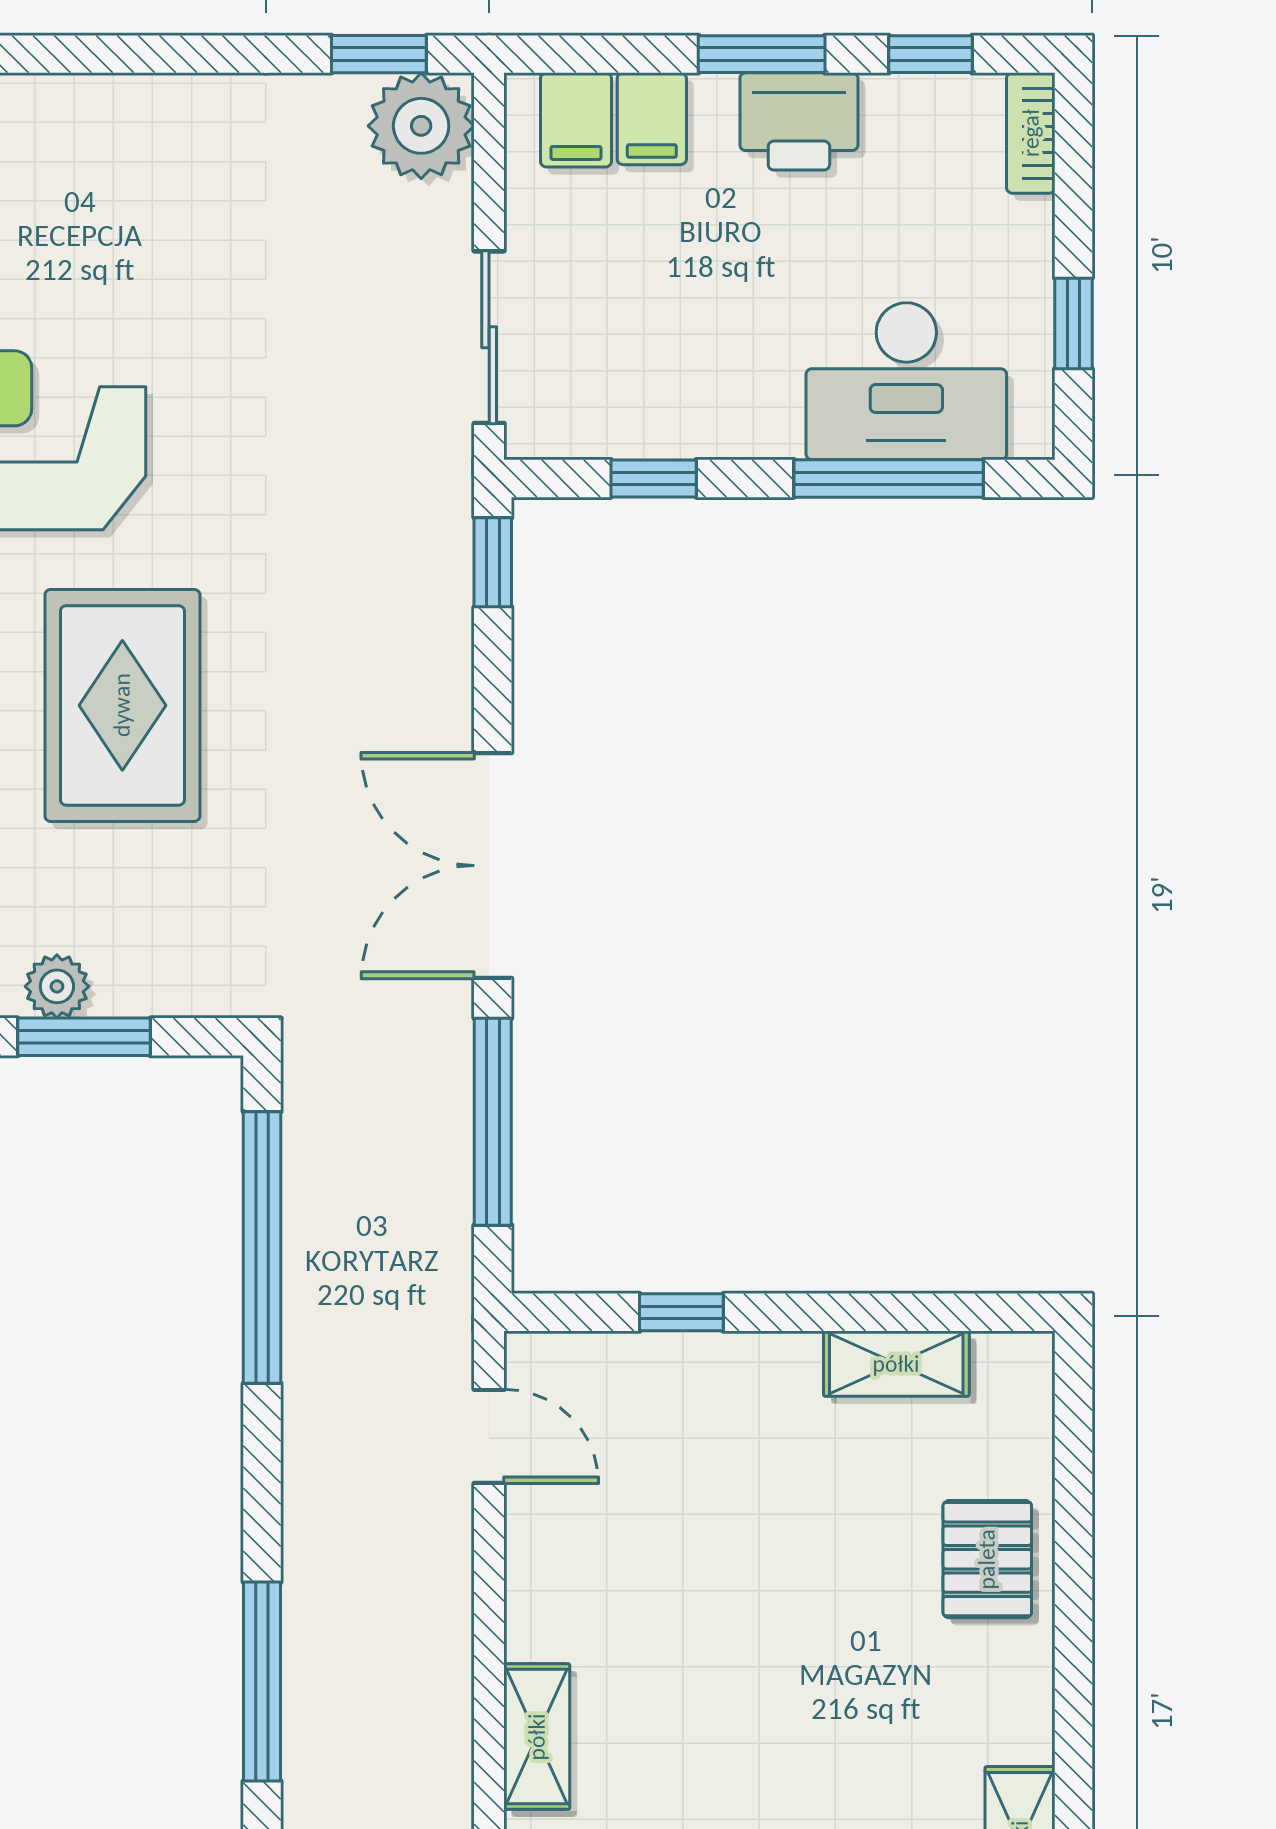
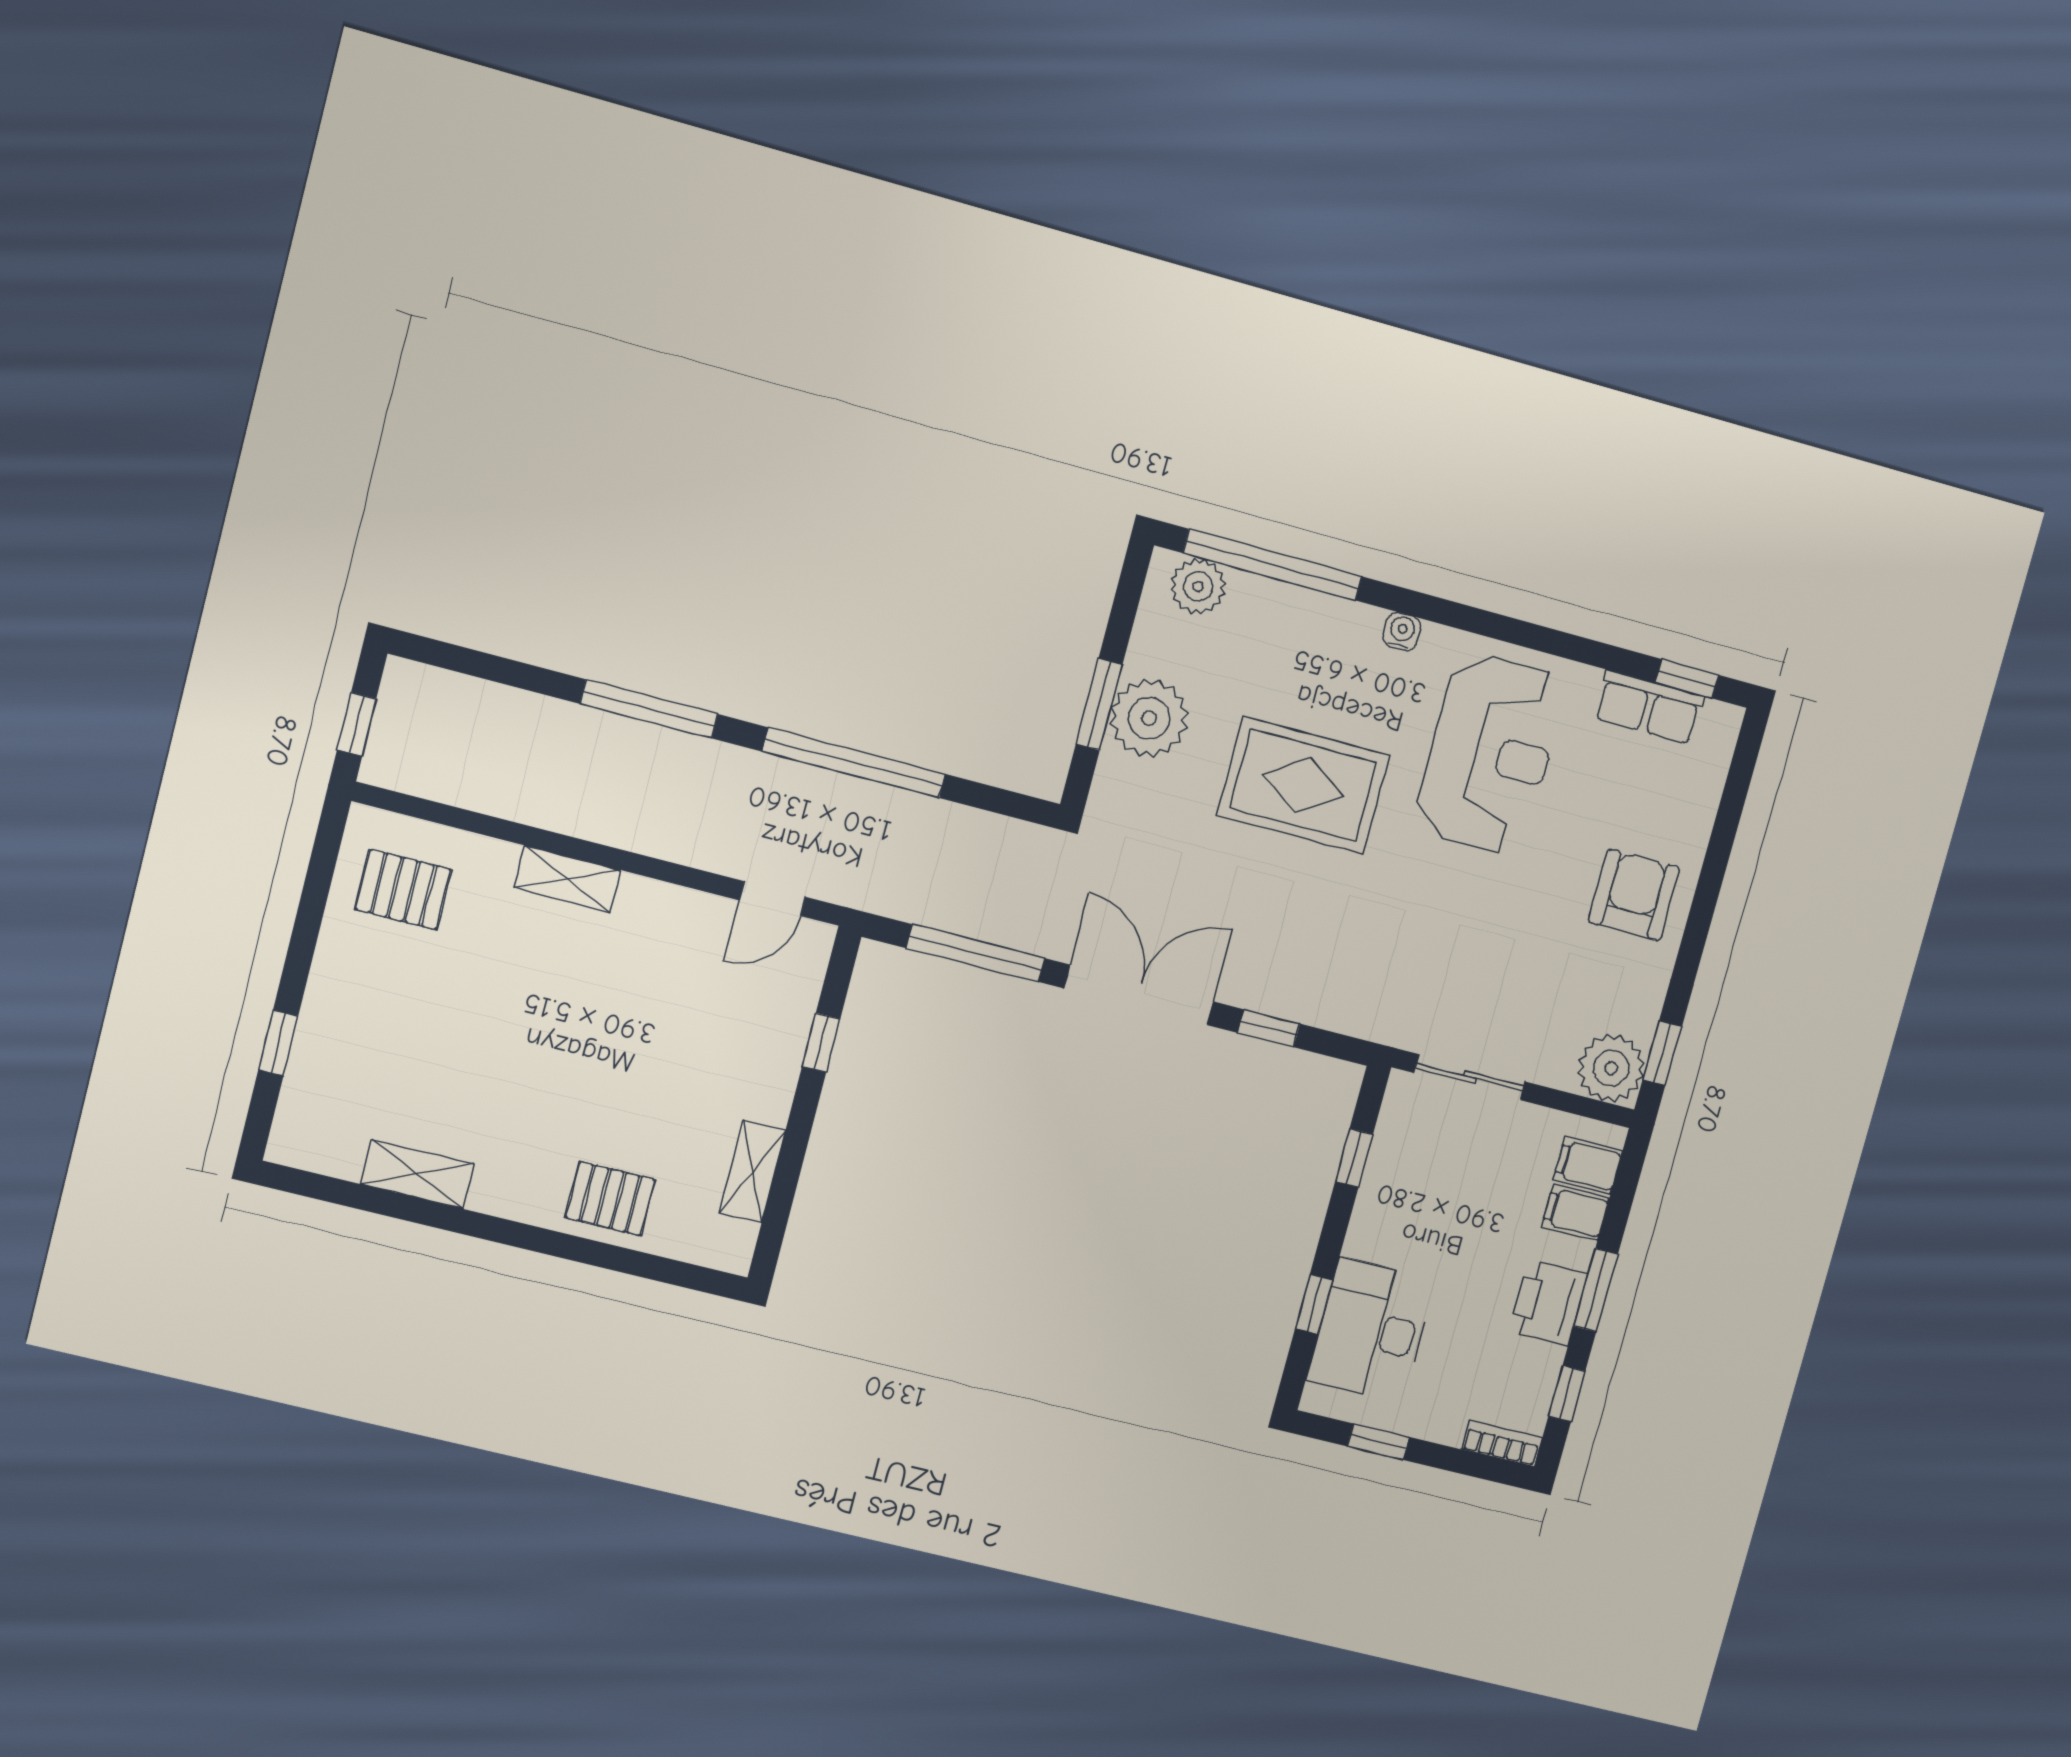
armchair: (154, 164) -> (1634, 895), added
window: (889, 478) -> (1314, 1304), width x0.46
window: (493, 562) -> (1269, 1028), moved
plant: (57, 986) -> (1149, 718), width x1.88, depth x1.88
window: (262, 1248) -> (854, 763), moved

